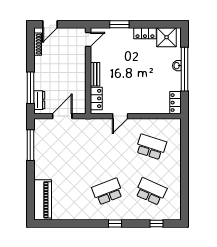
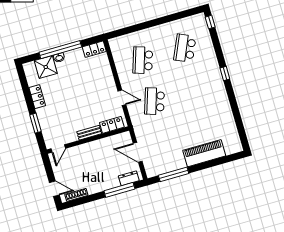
shower: (167, 37) -> (46, 67), moved
door: (88, 39) -> (58, 148), swing flipped
school desk: (107, 192) -> (155, 101), moved, turned 39
piano: (43, 200) -> (204, 153), moved
window: (156, 224) -> (210, 22), moved

